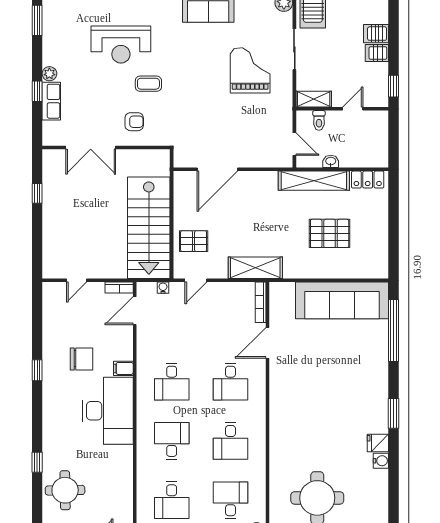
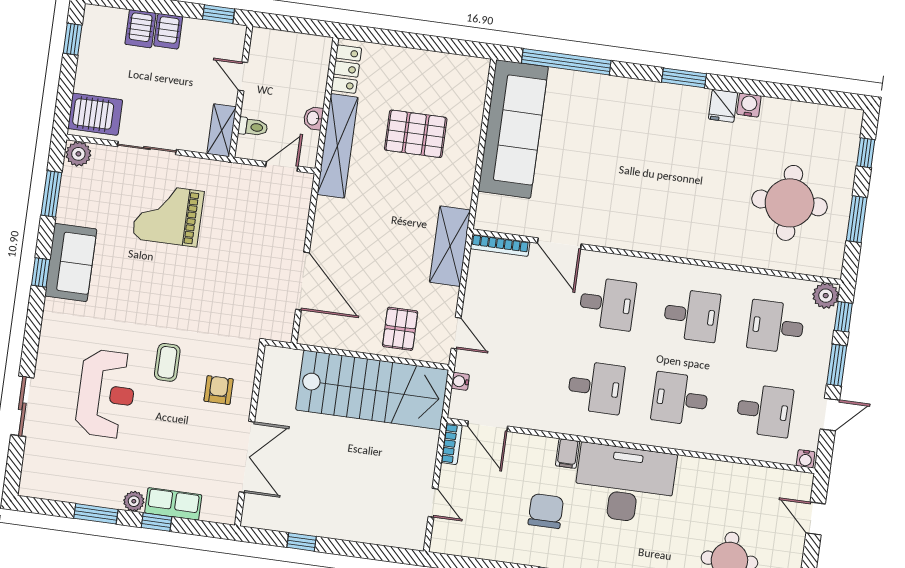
window: (37, 20) -> (96, 514), moved
pallet: (330, 233) -> (416, 134), turned 90

